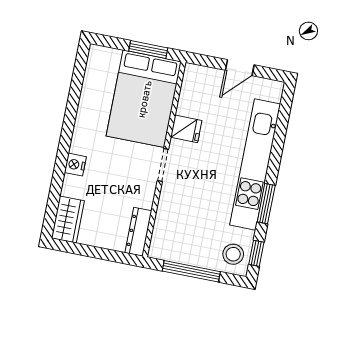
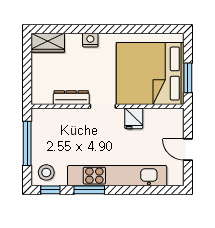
bed: (144, 99) -> (150, 74), width x1.36
dresser: (138, 232) -> (71, 98), moved

